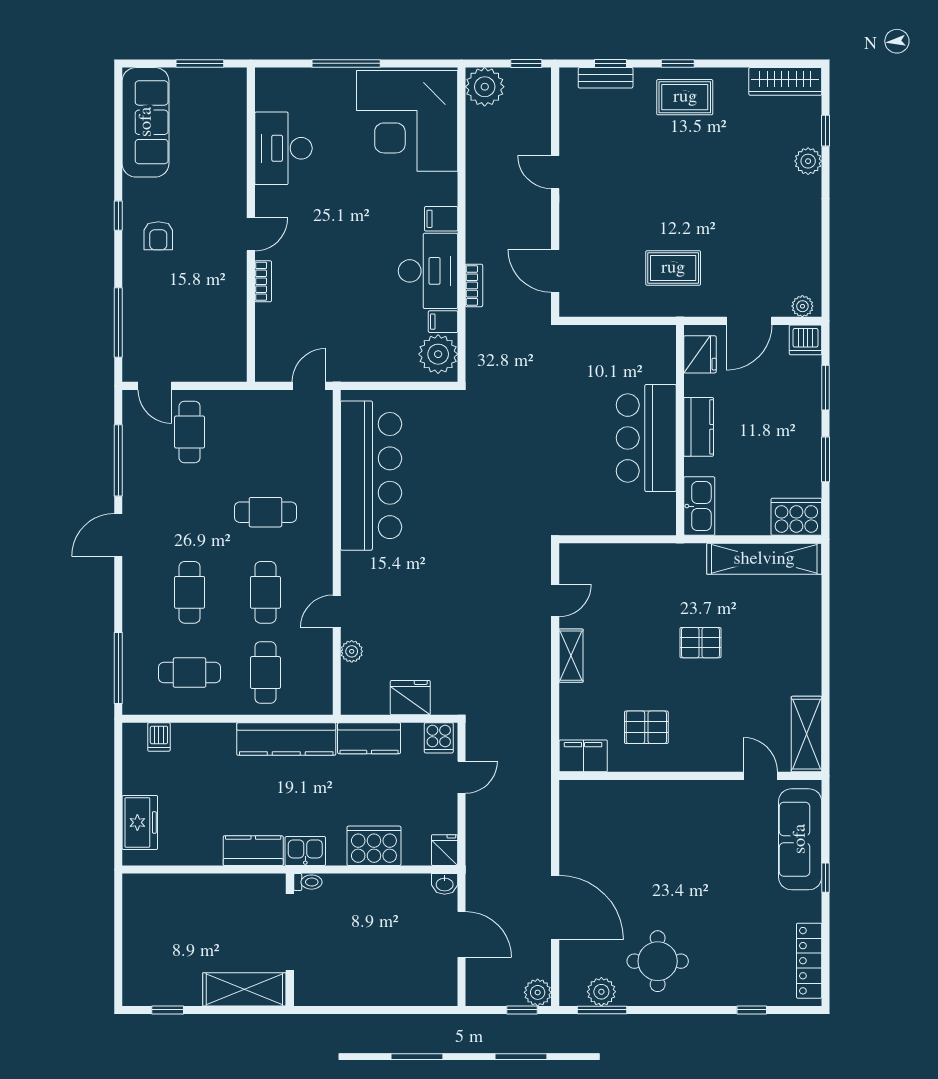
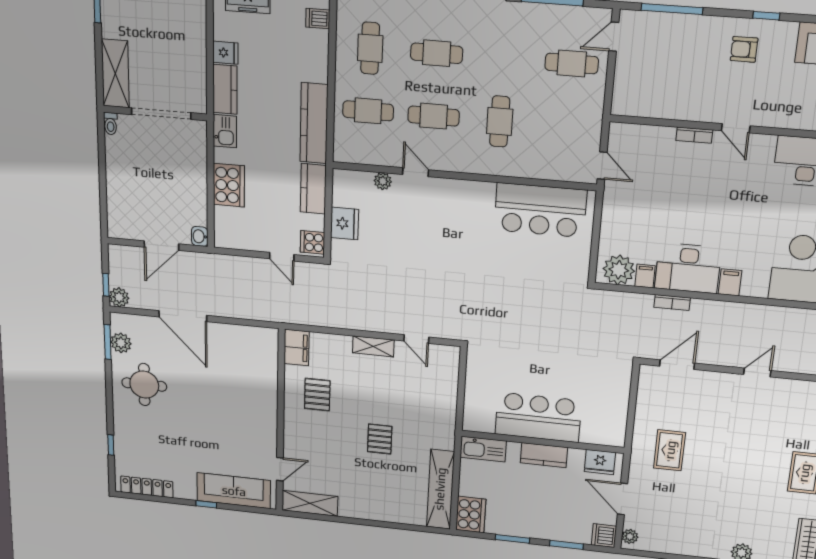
bar counter: (371, 476) -> (540, 210), width x0.73
fridge: (445, 850) -> (225, 53), moved
toilet: (308, 882) -> (111, 124), moved
door: (555, 907) -> (183, 316), hinge flipped

